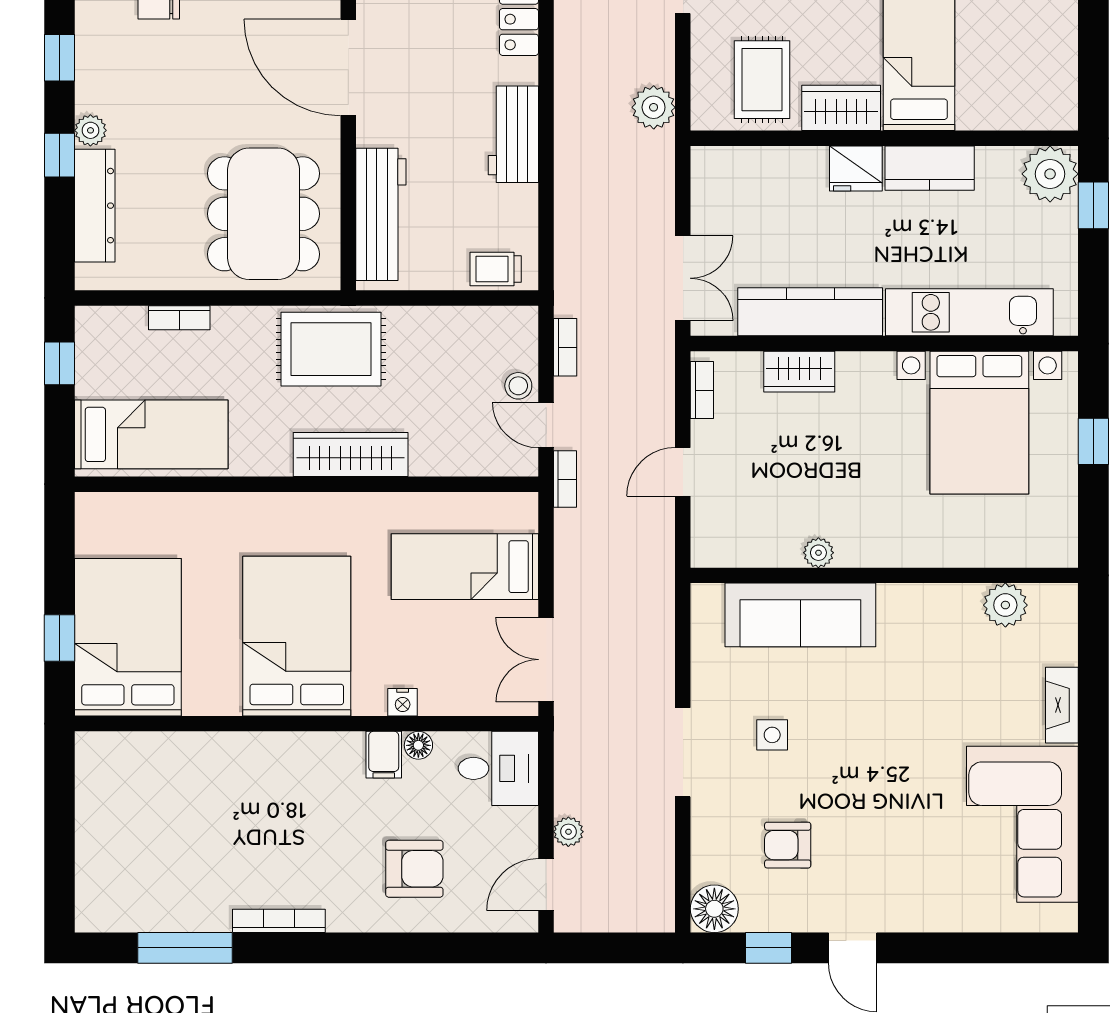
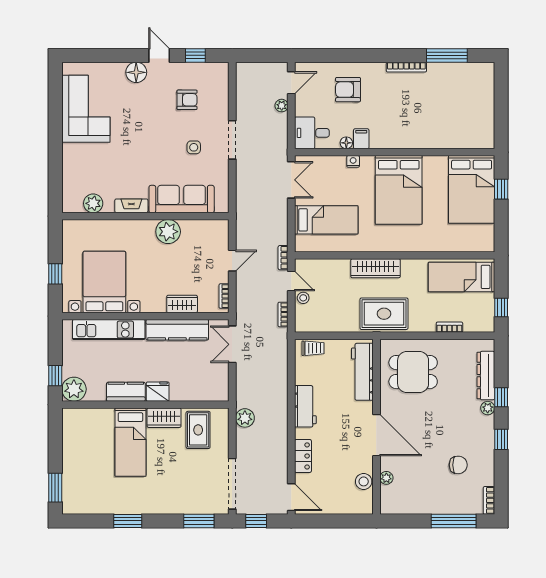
dining table: (264, 214) -> (413, 372), width x0.73
plant: (818, 553) -> (168, 232), width x1.87, depth x1.87
fireplace: (1062, 705) -> (131, 206), moved, turned -90
floor lamp: (714, 909) -> (136, 72), moved

